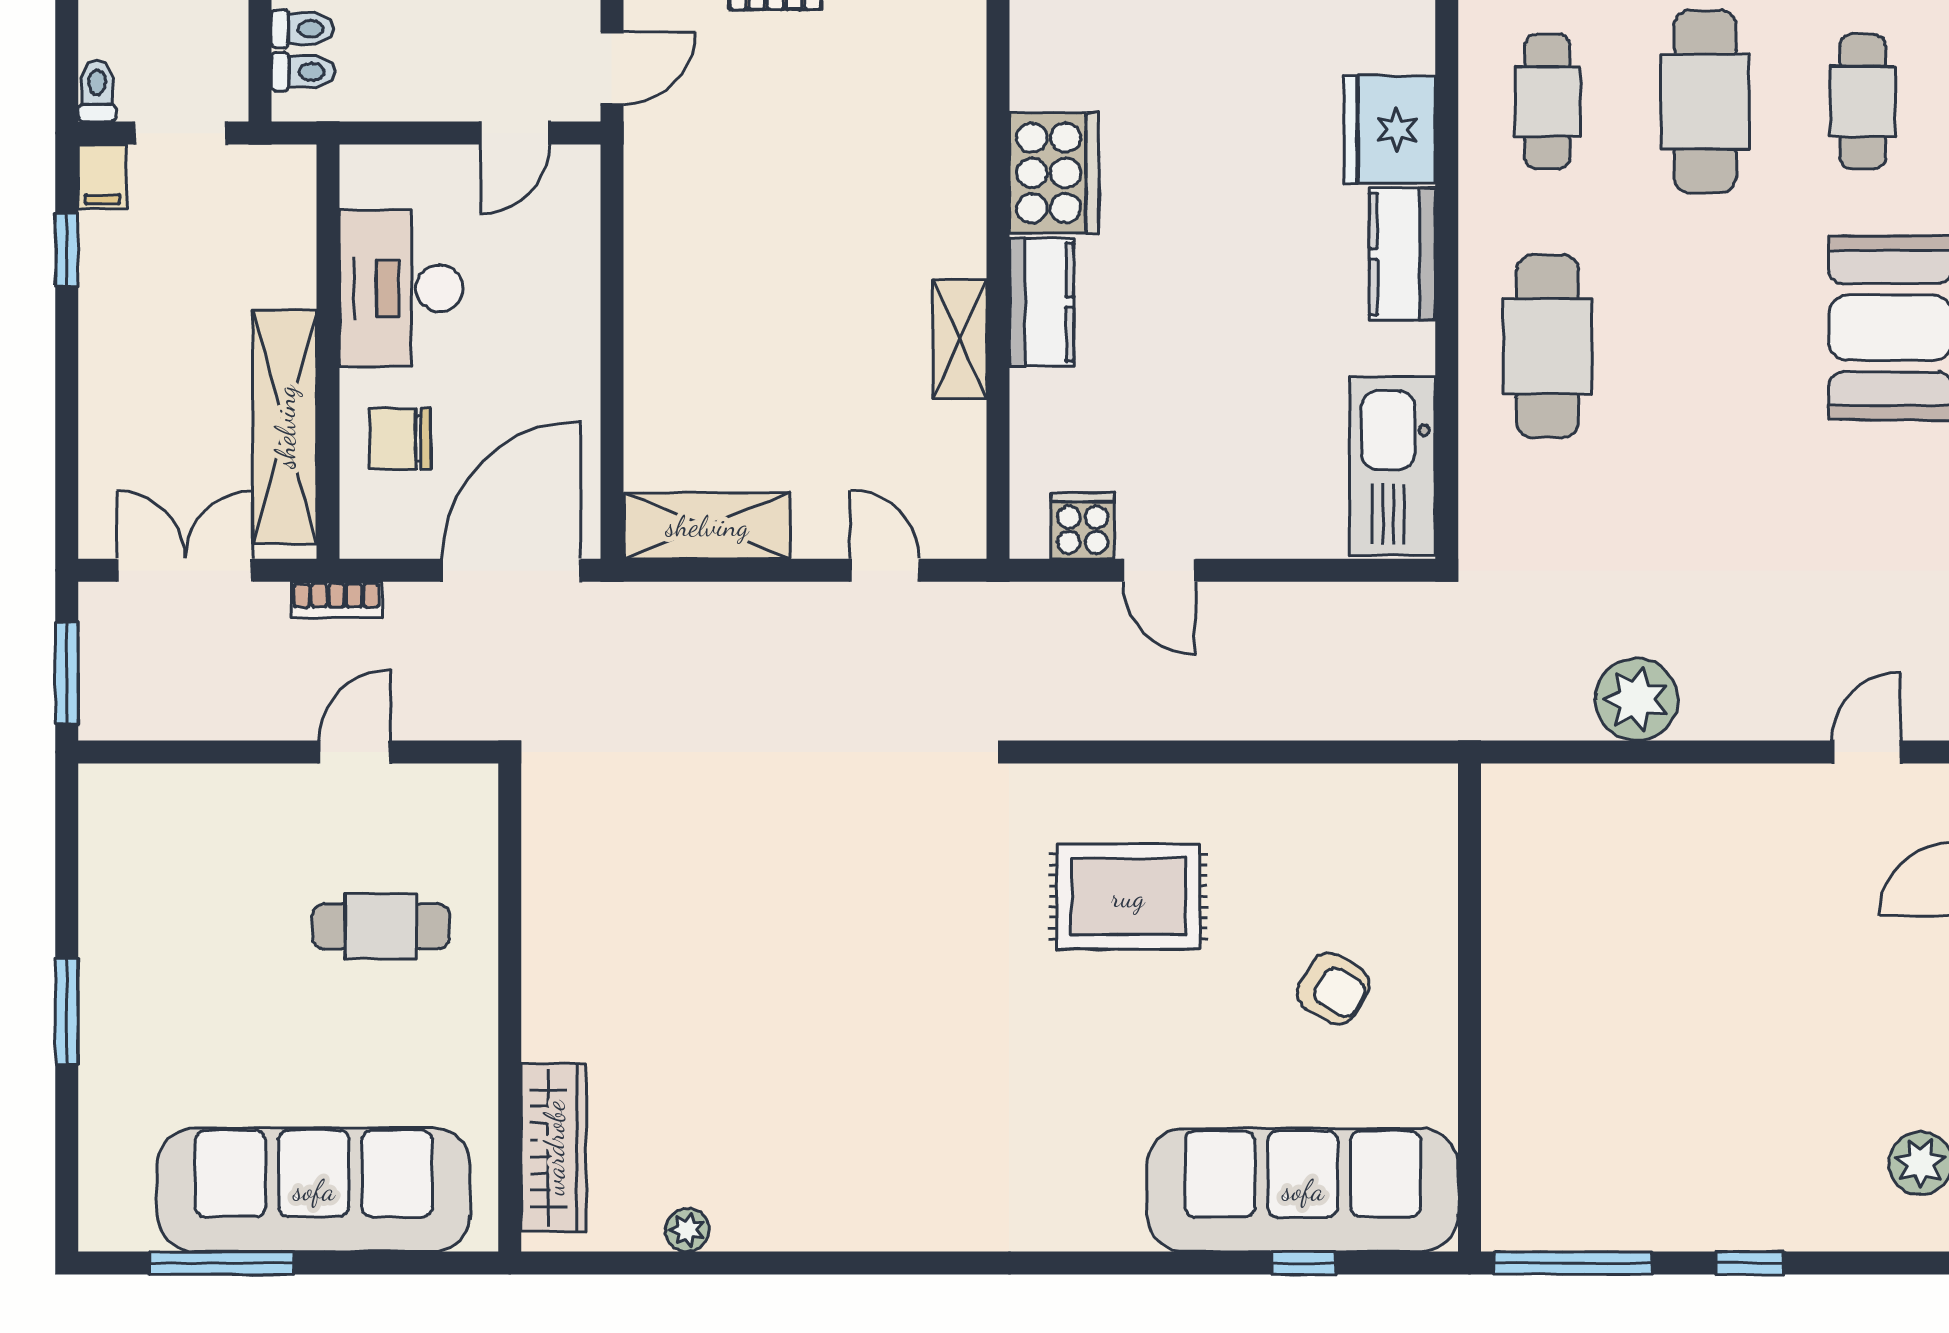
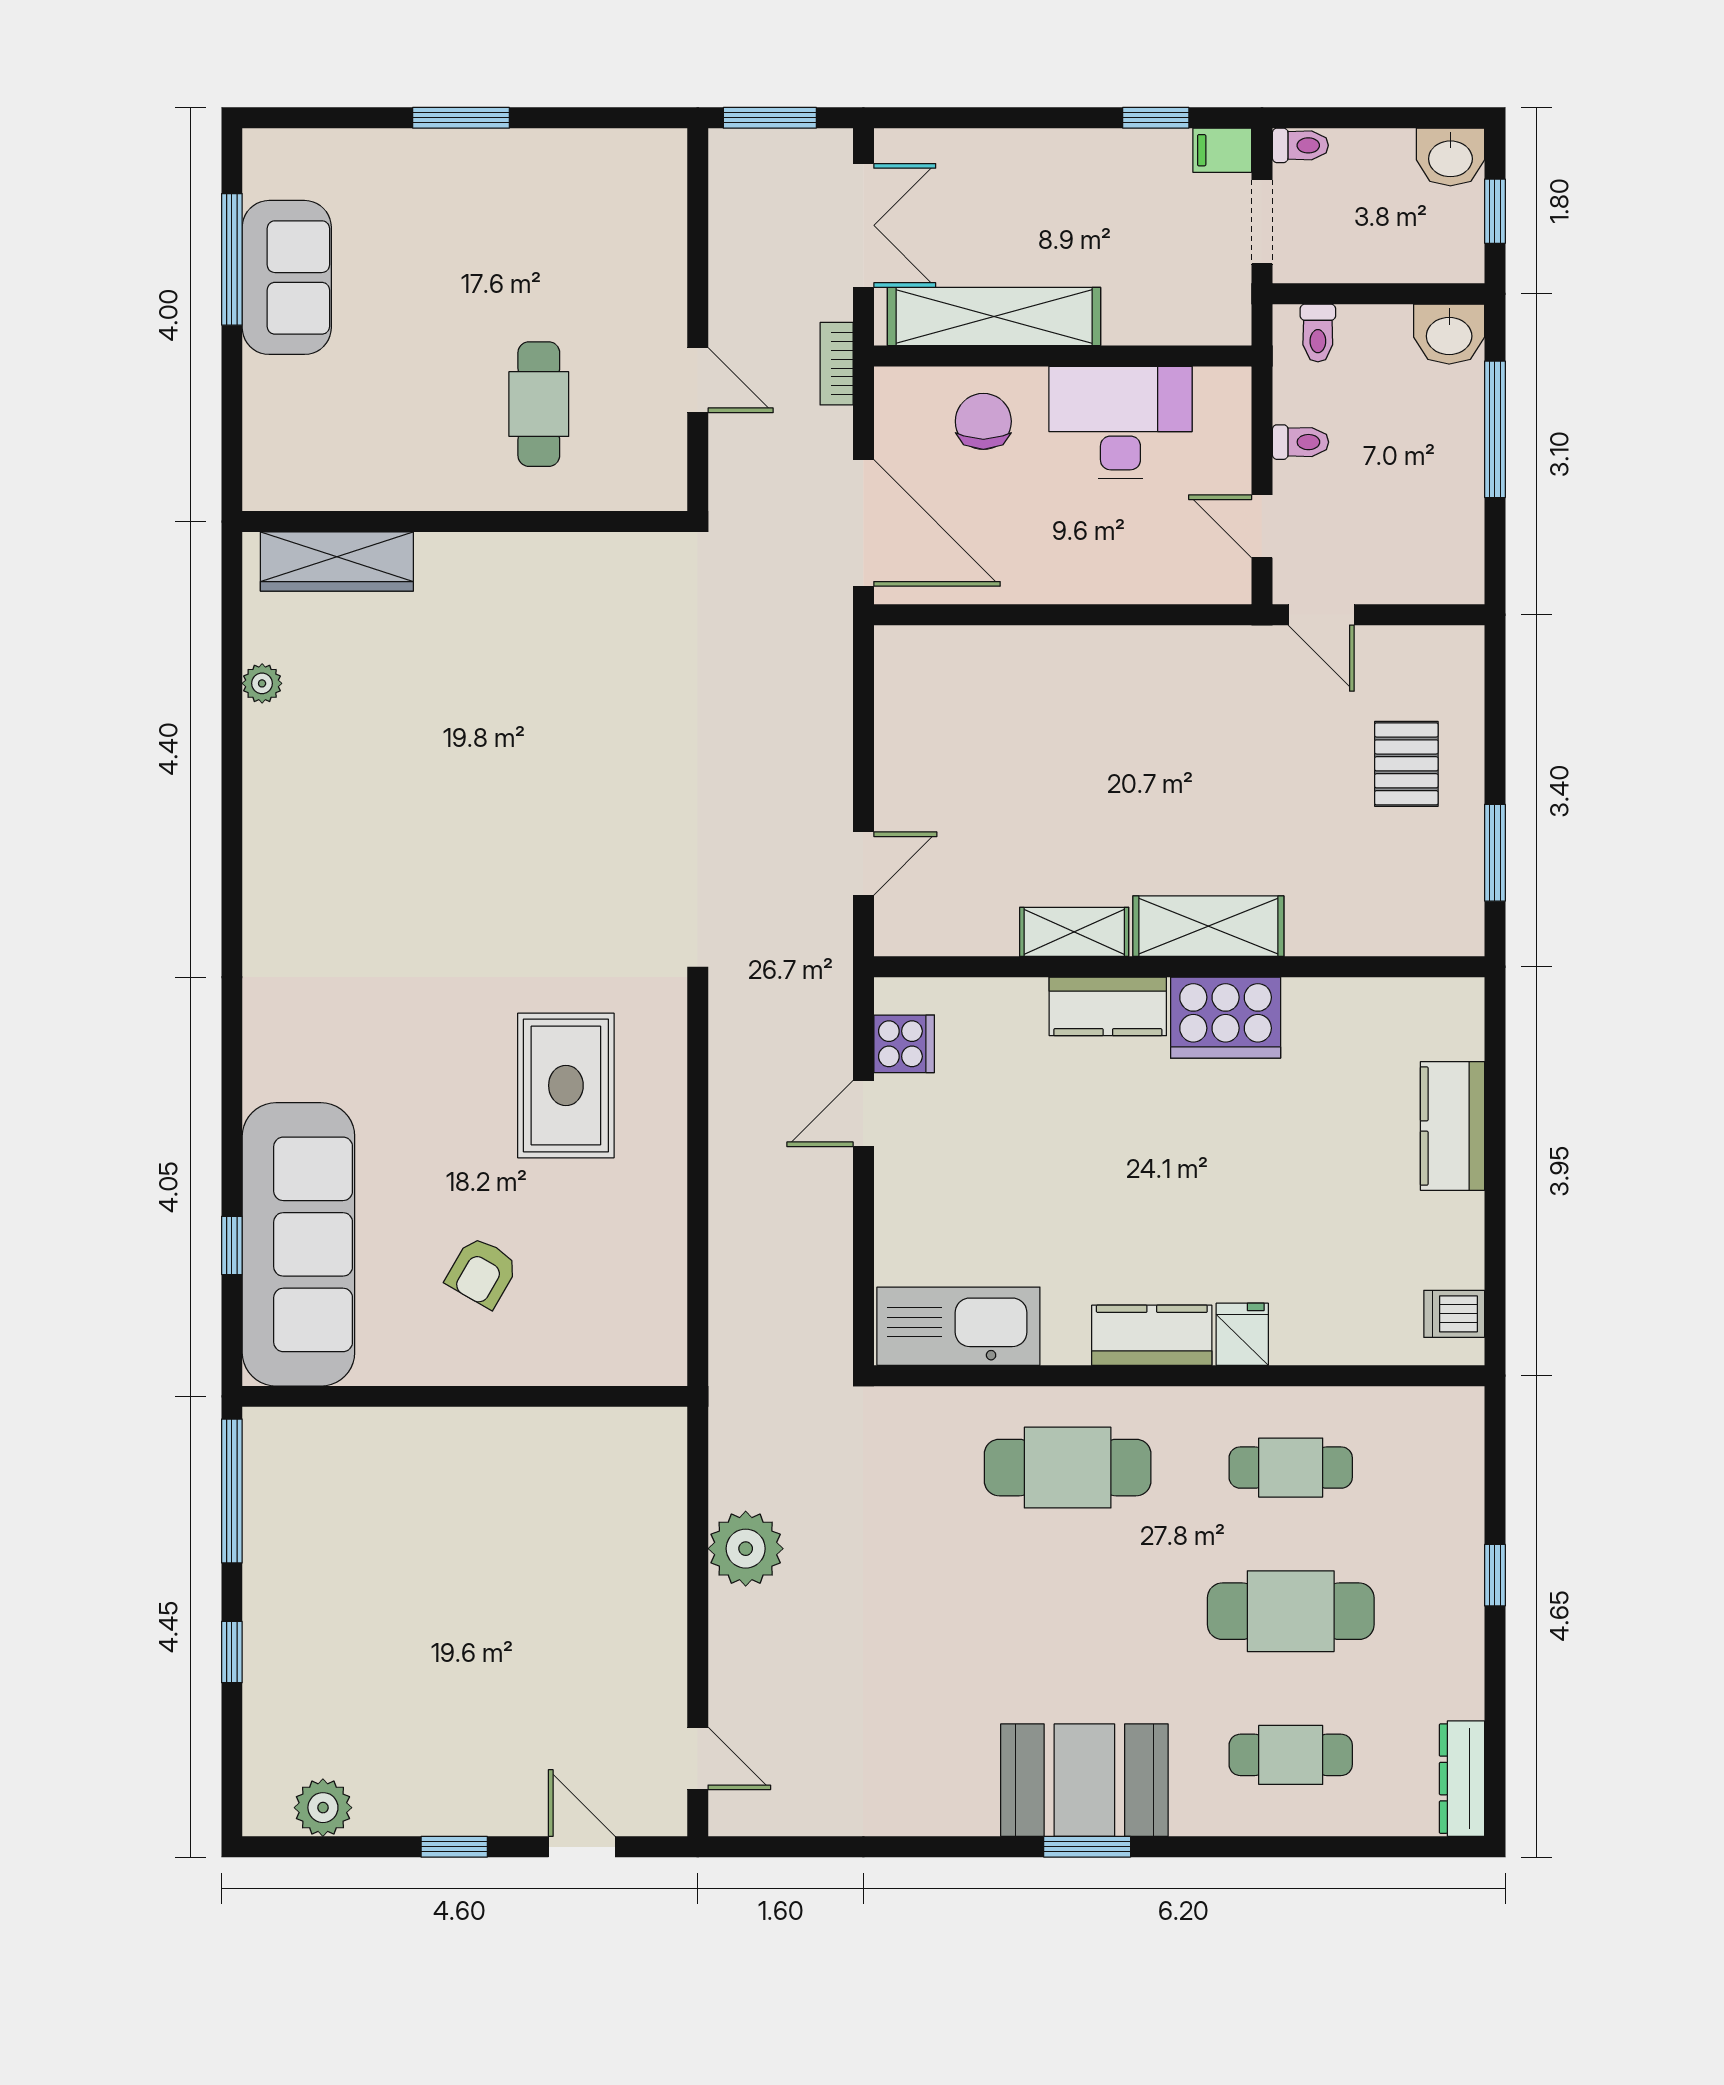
toilet: (302, 29) -> (1301, 442), moved, turned -90
fridge: (1390, 129) -> (1242, 1334), width x0.53, depth x0.75
shelving: (707, 526) -> (1208, 926), moved, turned 90
sofa: (314, 1190) -> (287, 277), width x0.54, depth x0.79

